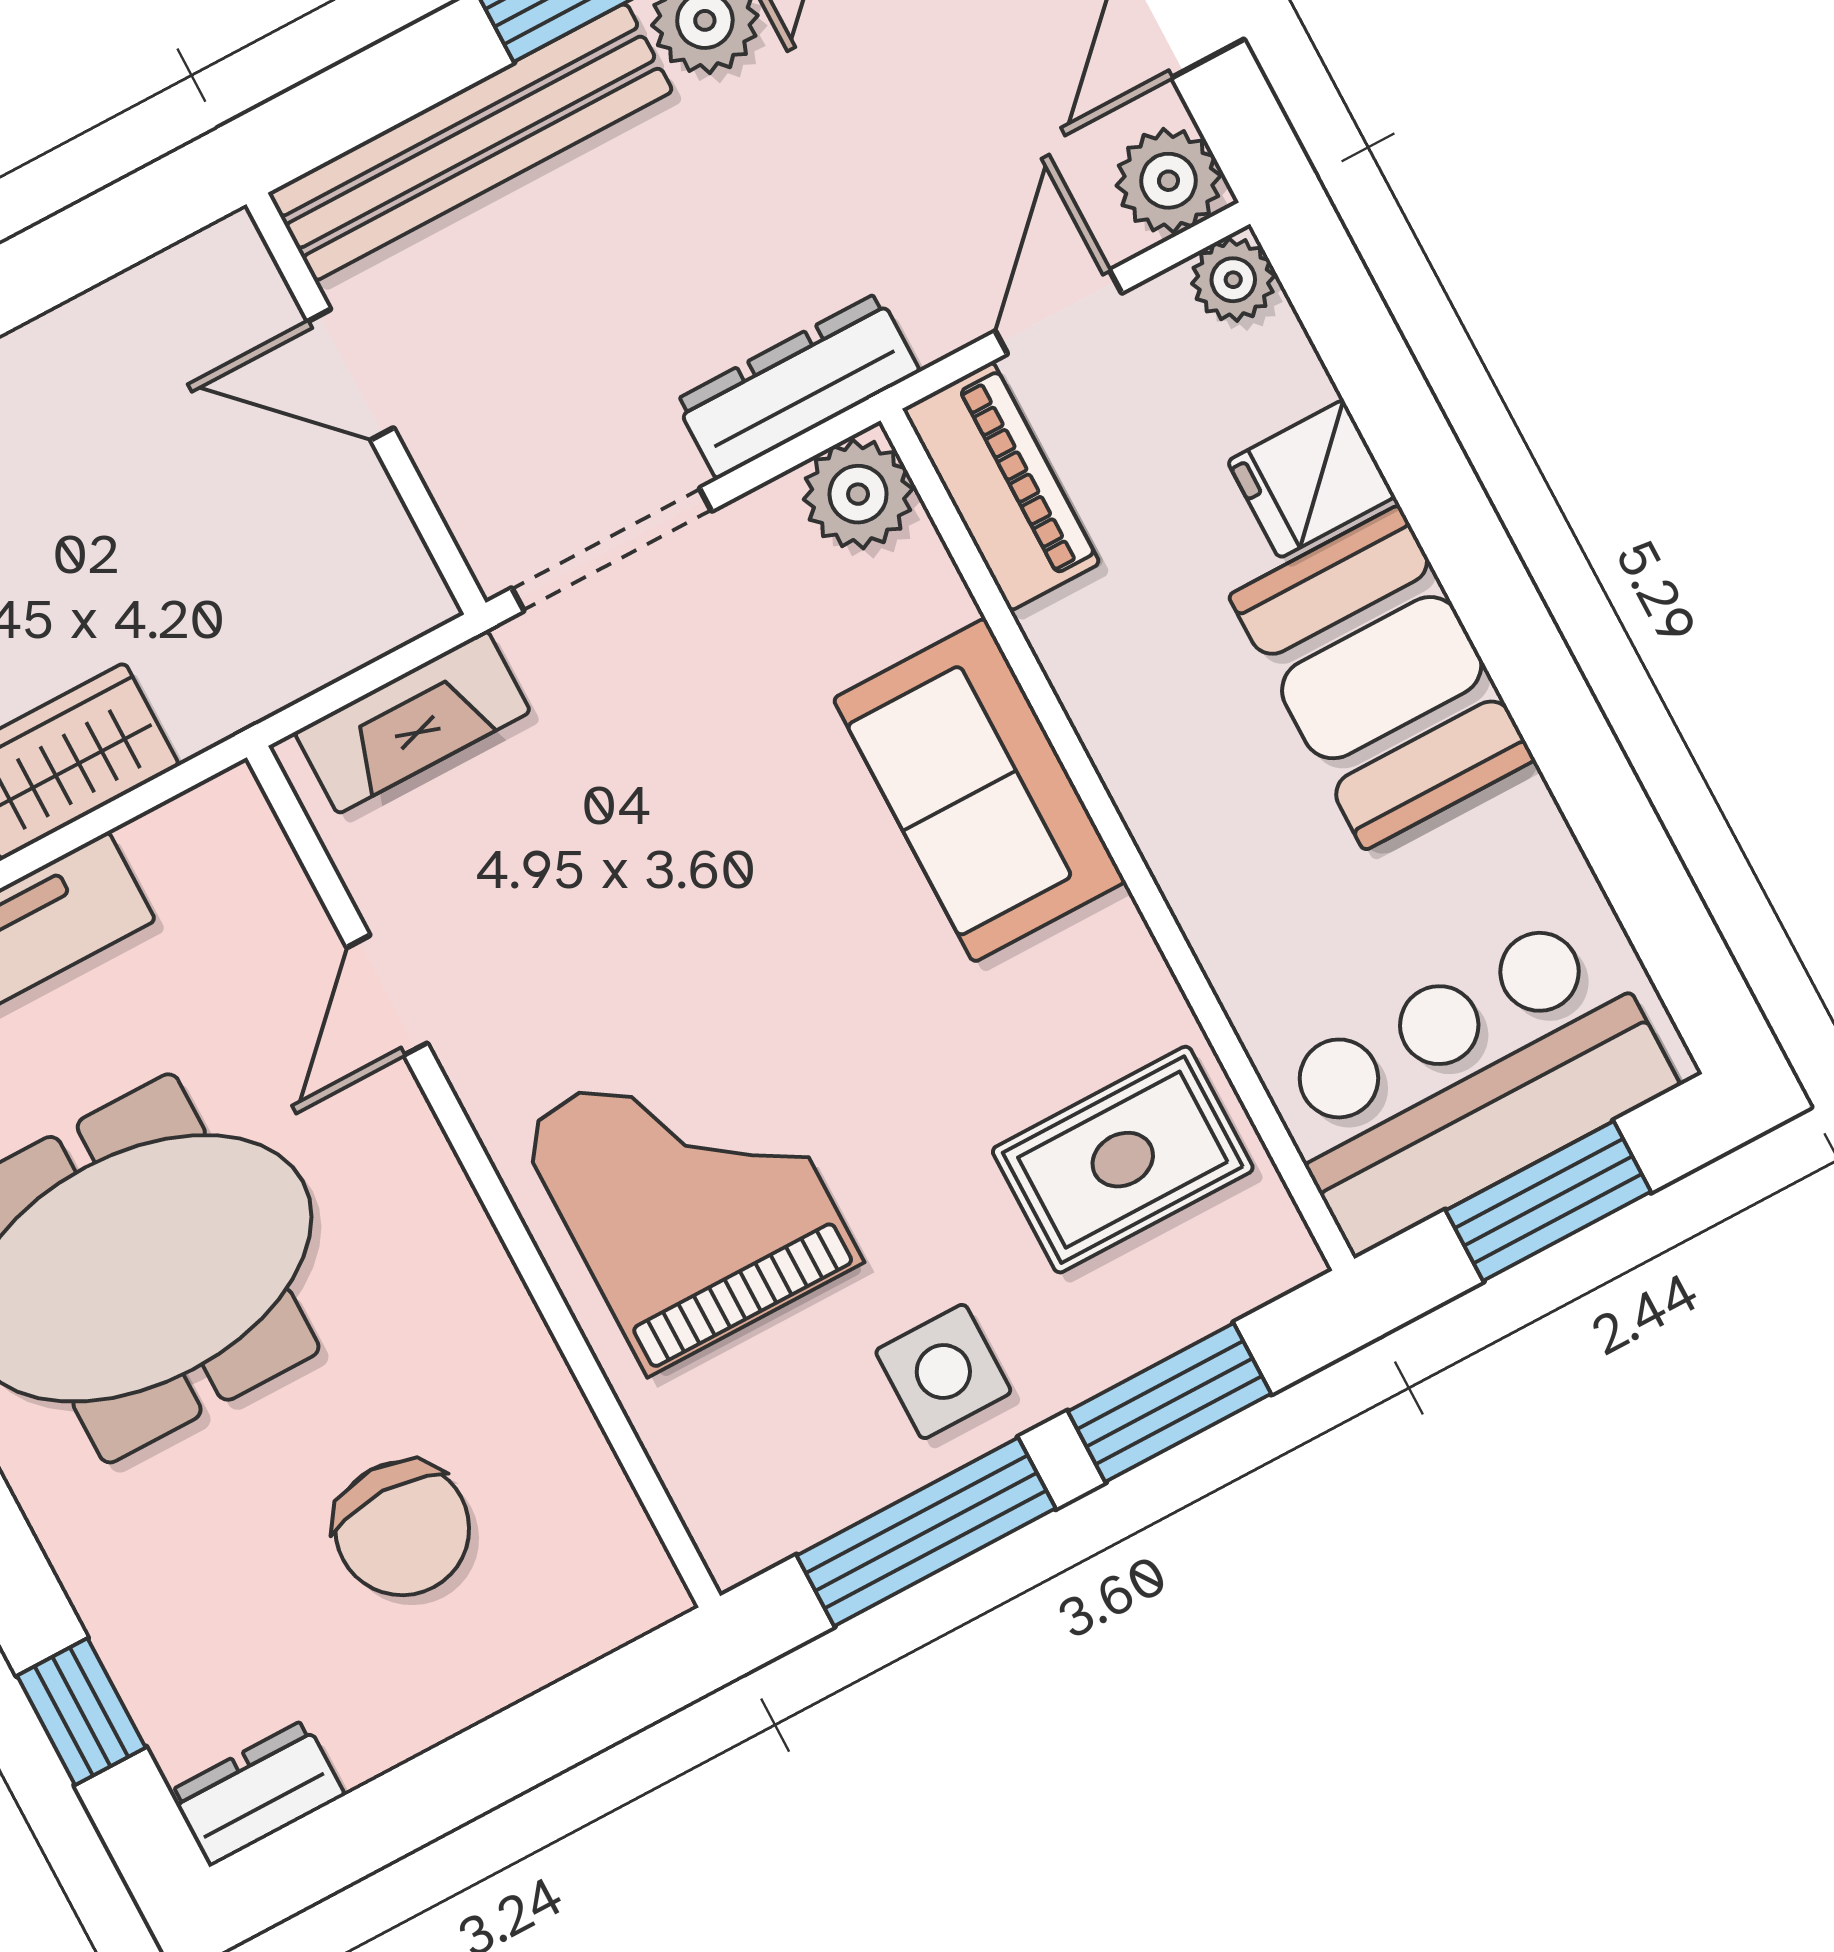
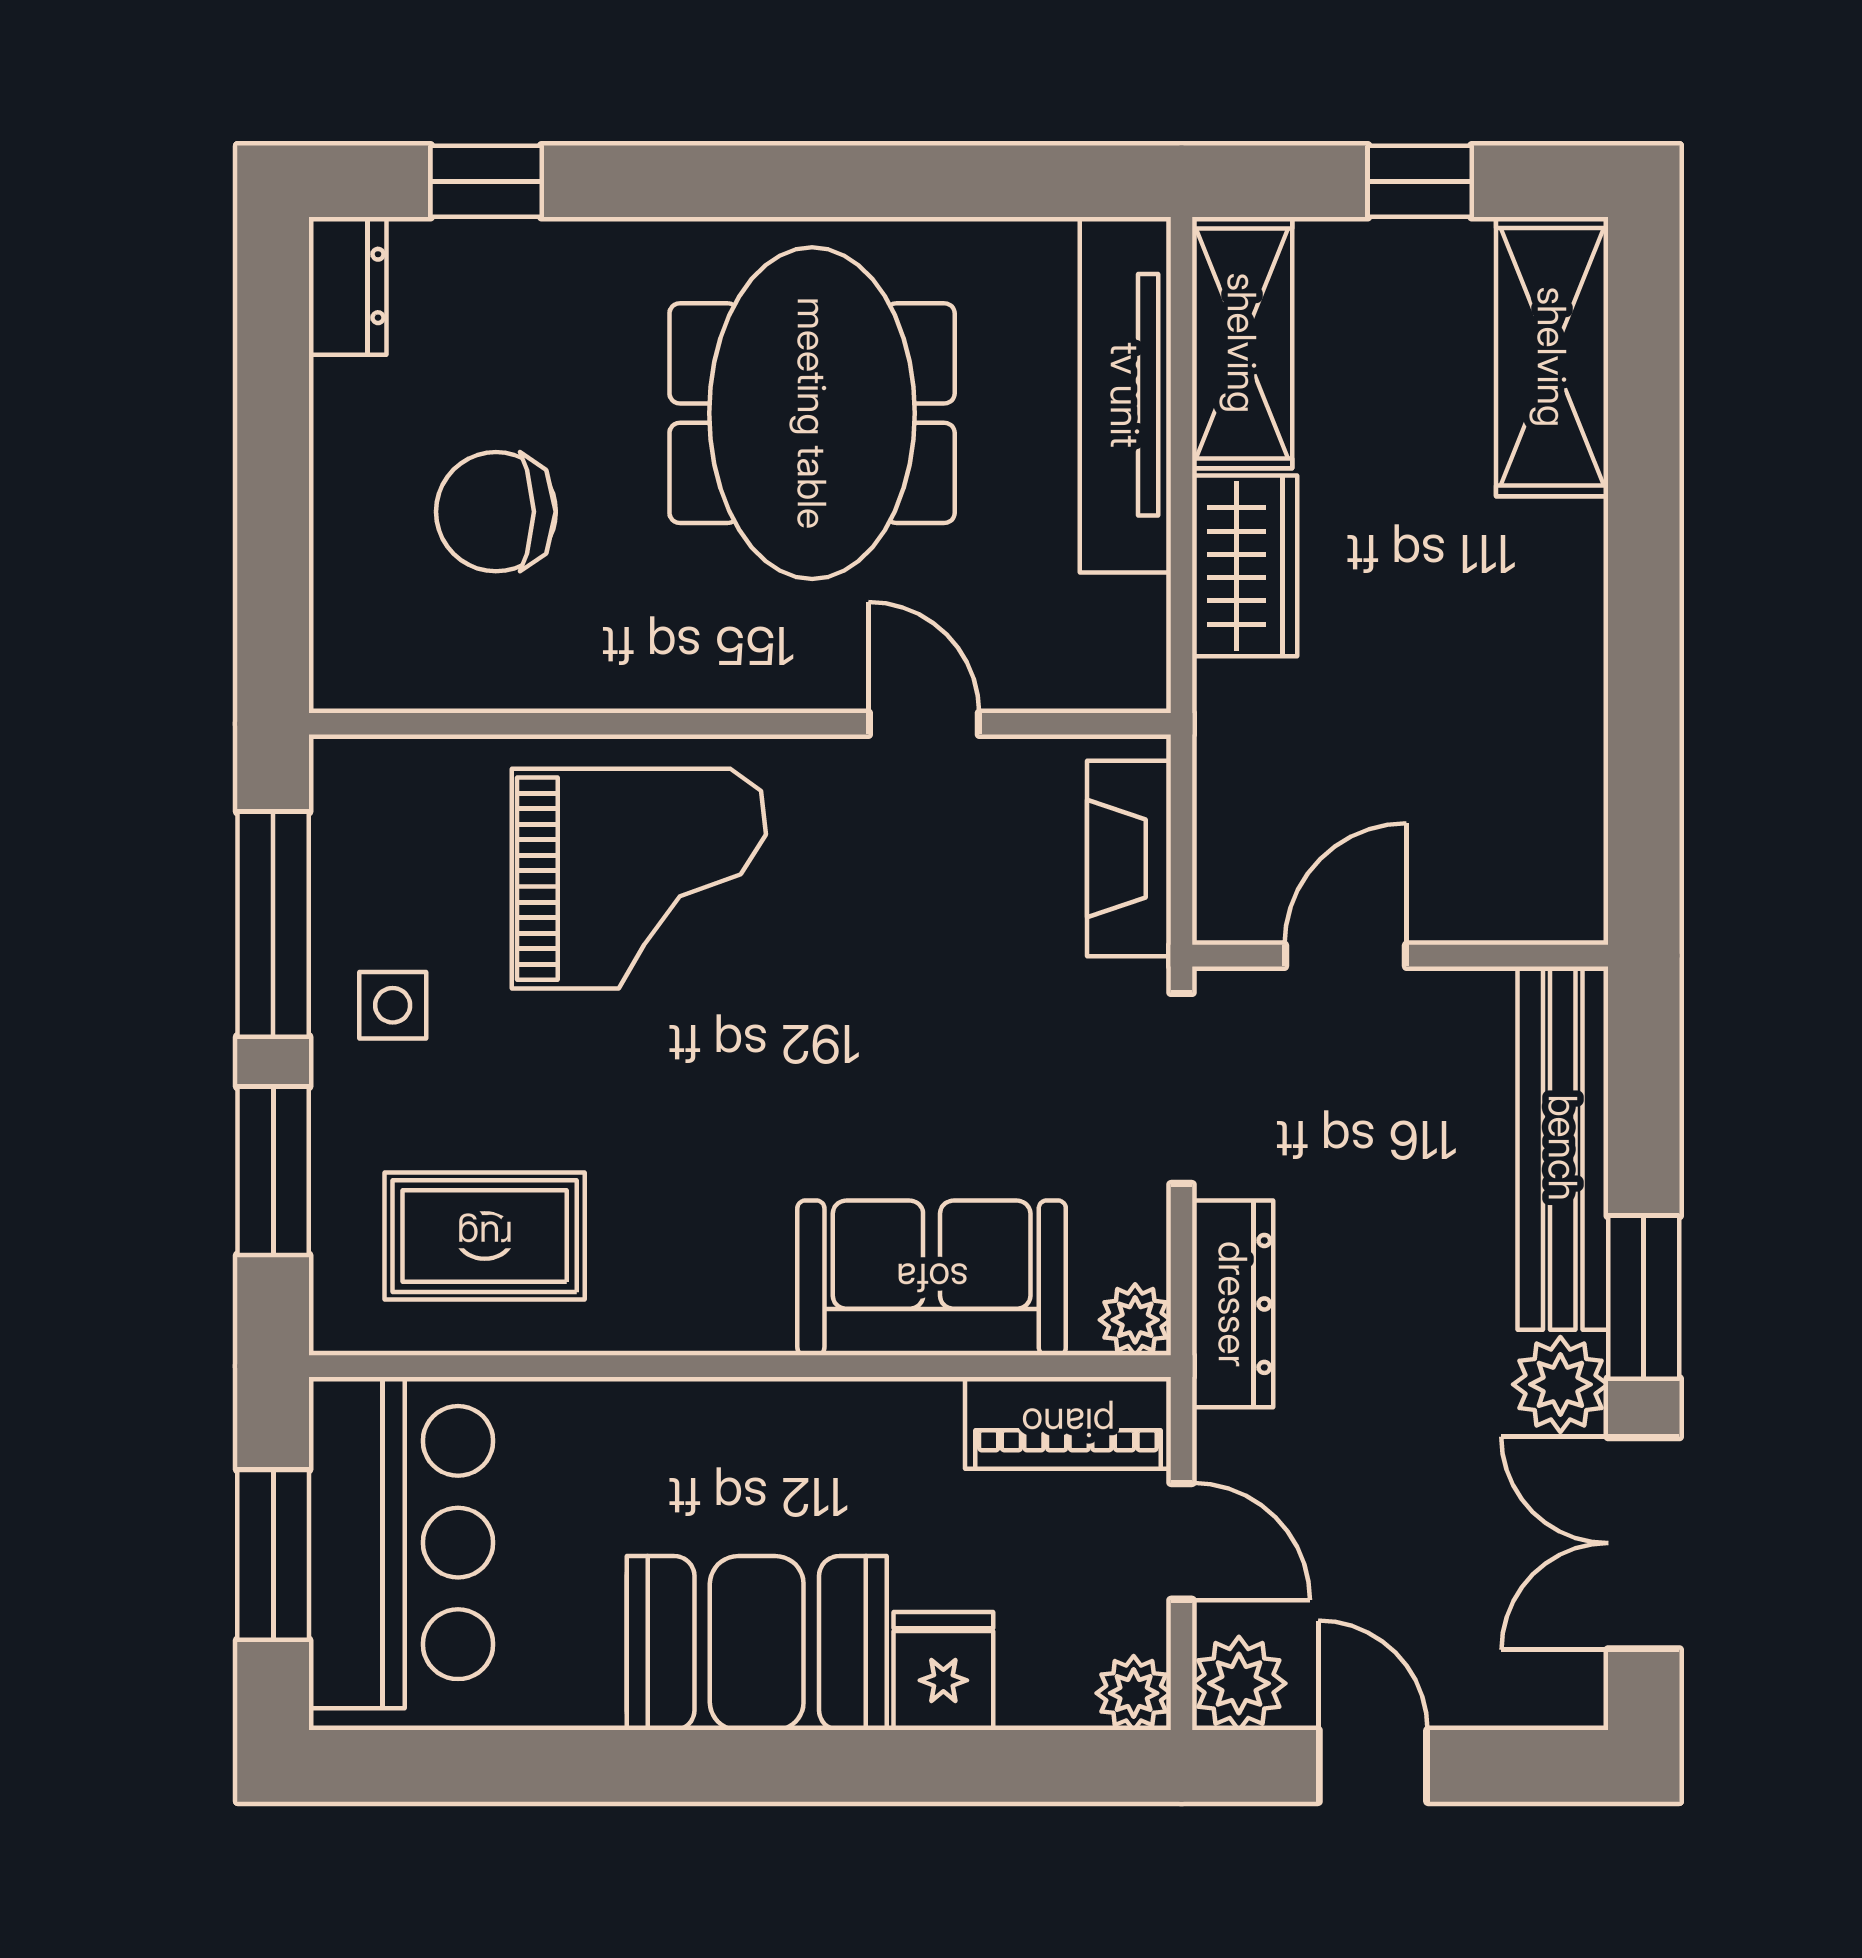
door: (351, 375) -> (1346, 956), moved
plant: (858, 494) -> (1135, 1320), width x0.73, depth x0.73
sofa: (979, 790) -> (932, 1278), moved
rug: (1123, 1160) -> (485, 1236), turned 90
side table: (943, 1372) -> (393, 1005), width x0.73, depth x0.73

